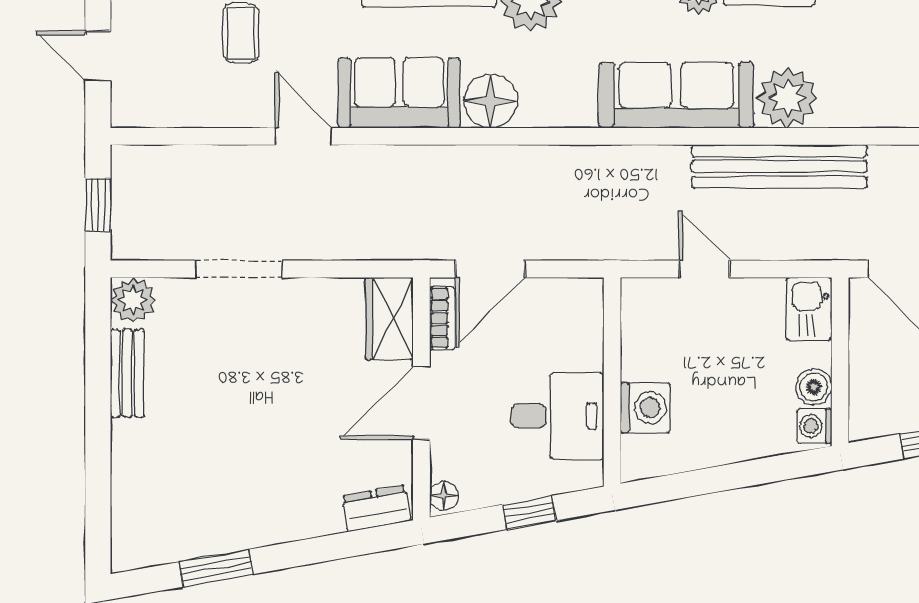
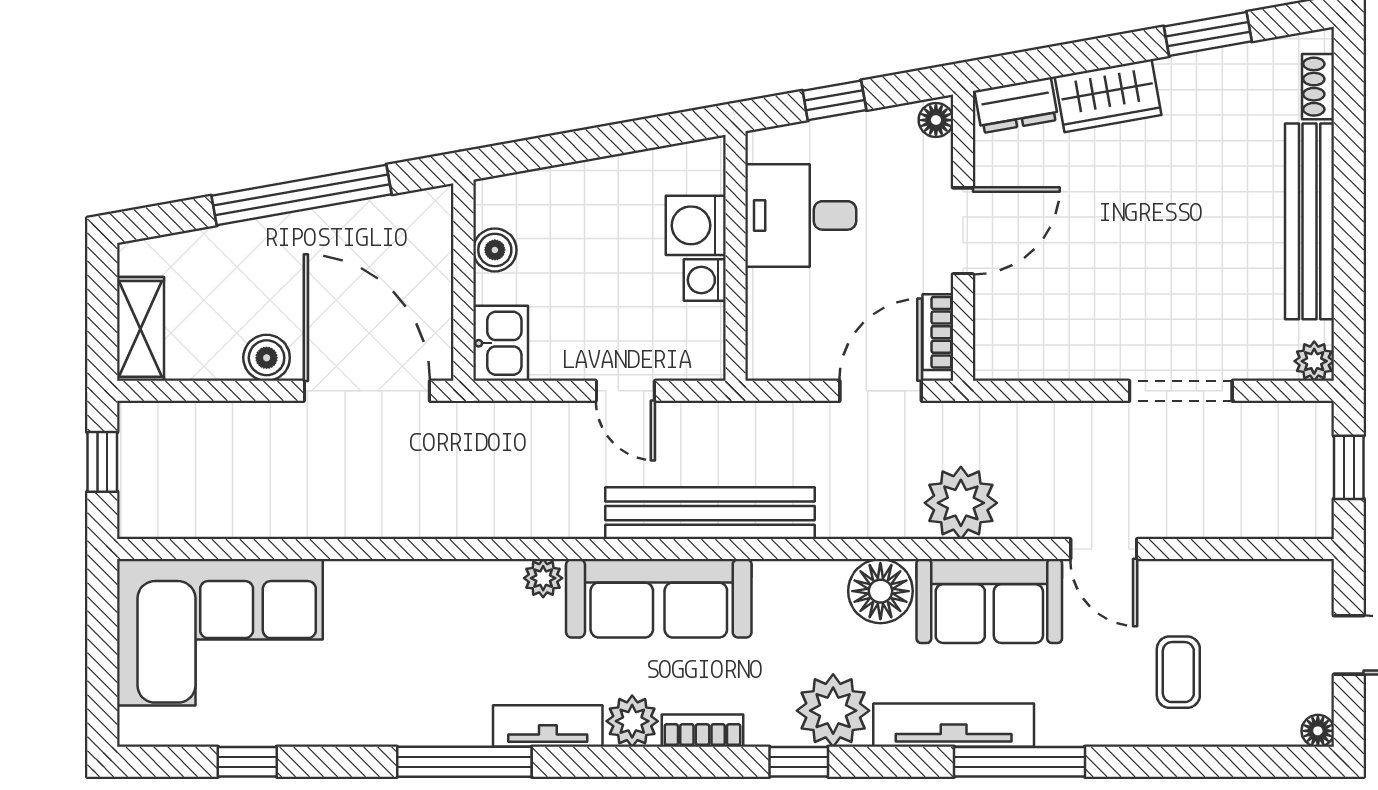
plant: (787, 98) -> (543, 578), width x0.53, depth x0.53
bench: (779, 166) -> (710, 513), moved
plant: (423, 175) -> (961, 503), added
plant: (133, 300) -> (1314, 361), width x0.73, depth x0.73
wardrobe: (389, 318) -> (1108, 96), moved, turned 80
bench: (127, 373) -> (1310, 221), width x1.86, depth x1.21
washing machine: (814, 426) -> (705, 280), moved, turned 180
shoe rack: (124, 524) -> (1318, 87), added

